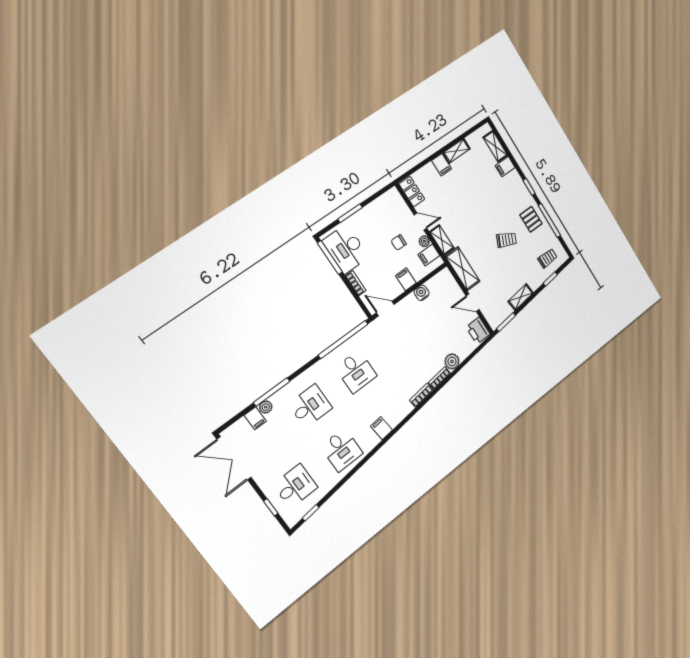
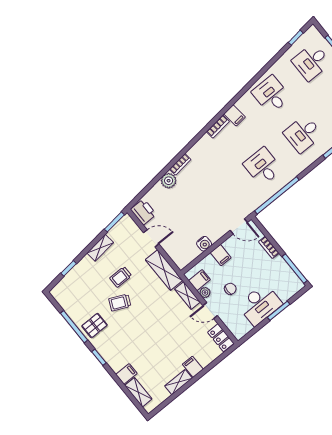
pallet: (531, 219) -> (94, 326), turned 90
desk: (346, 249) -> (260, 304), moved, turned 90
trolley: (547, 258) -> (121, 277), moved
bookcase: (421, 395) -> (218, 127), moved

